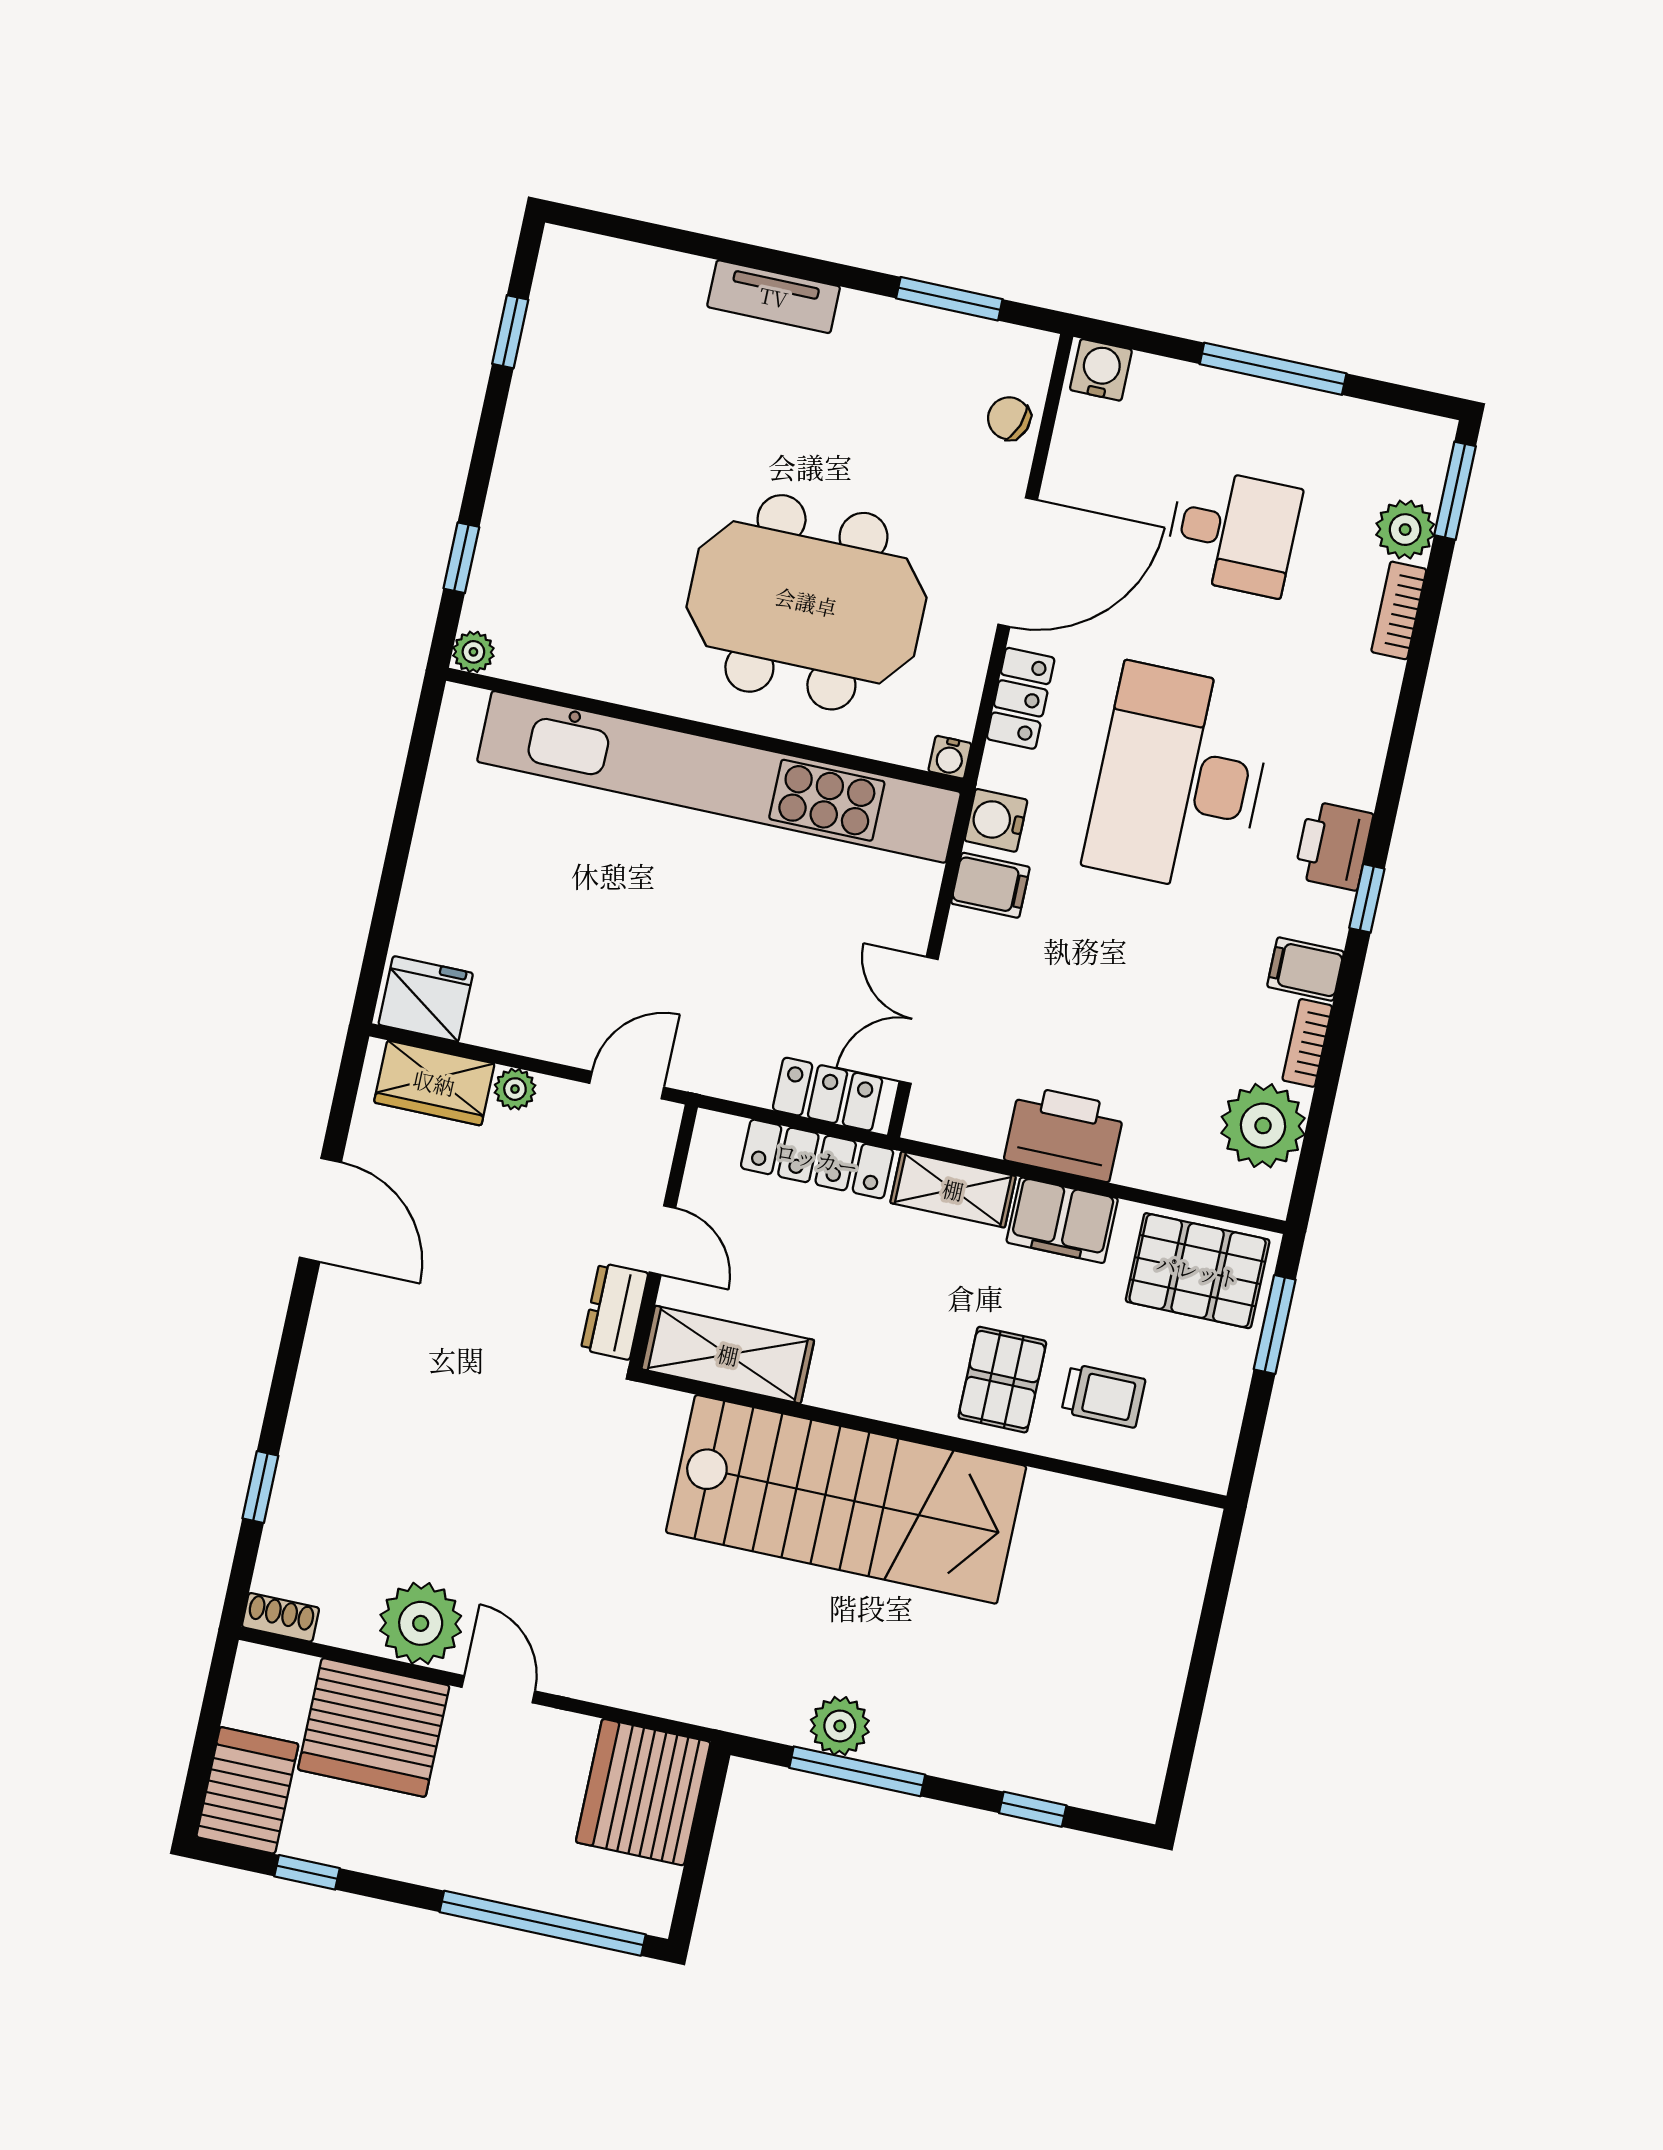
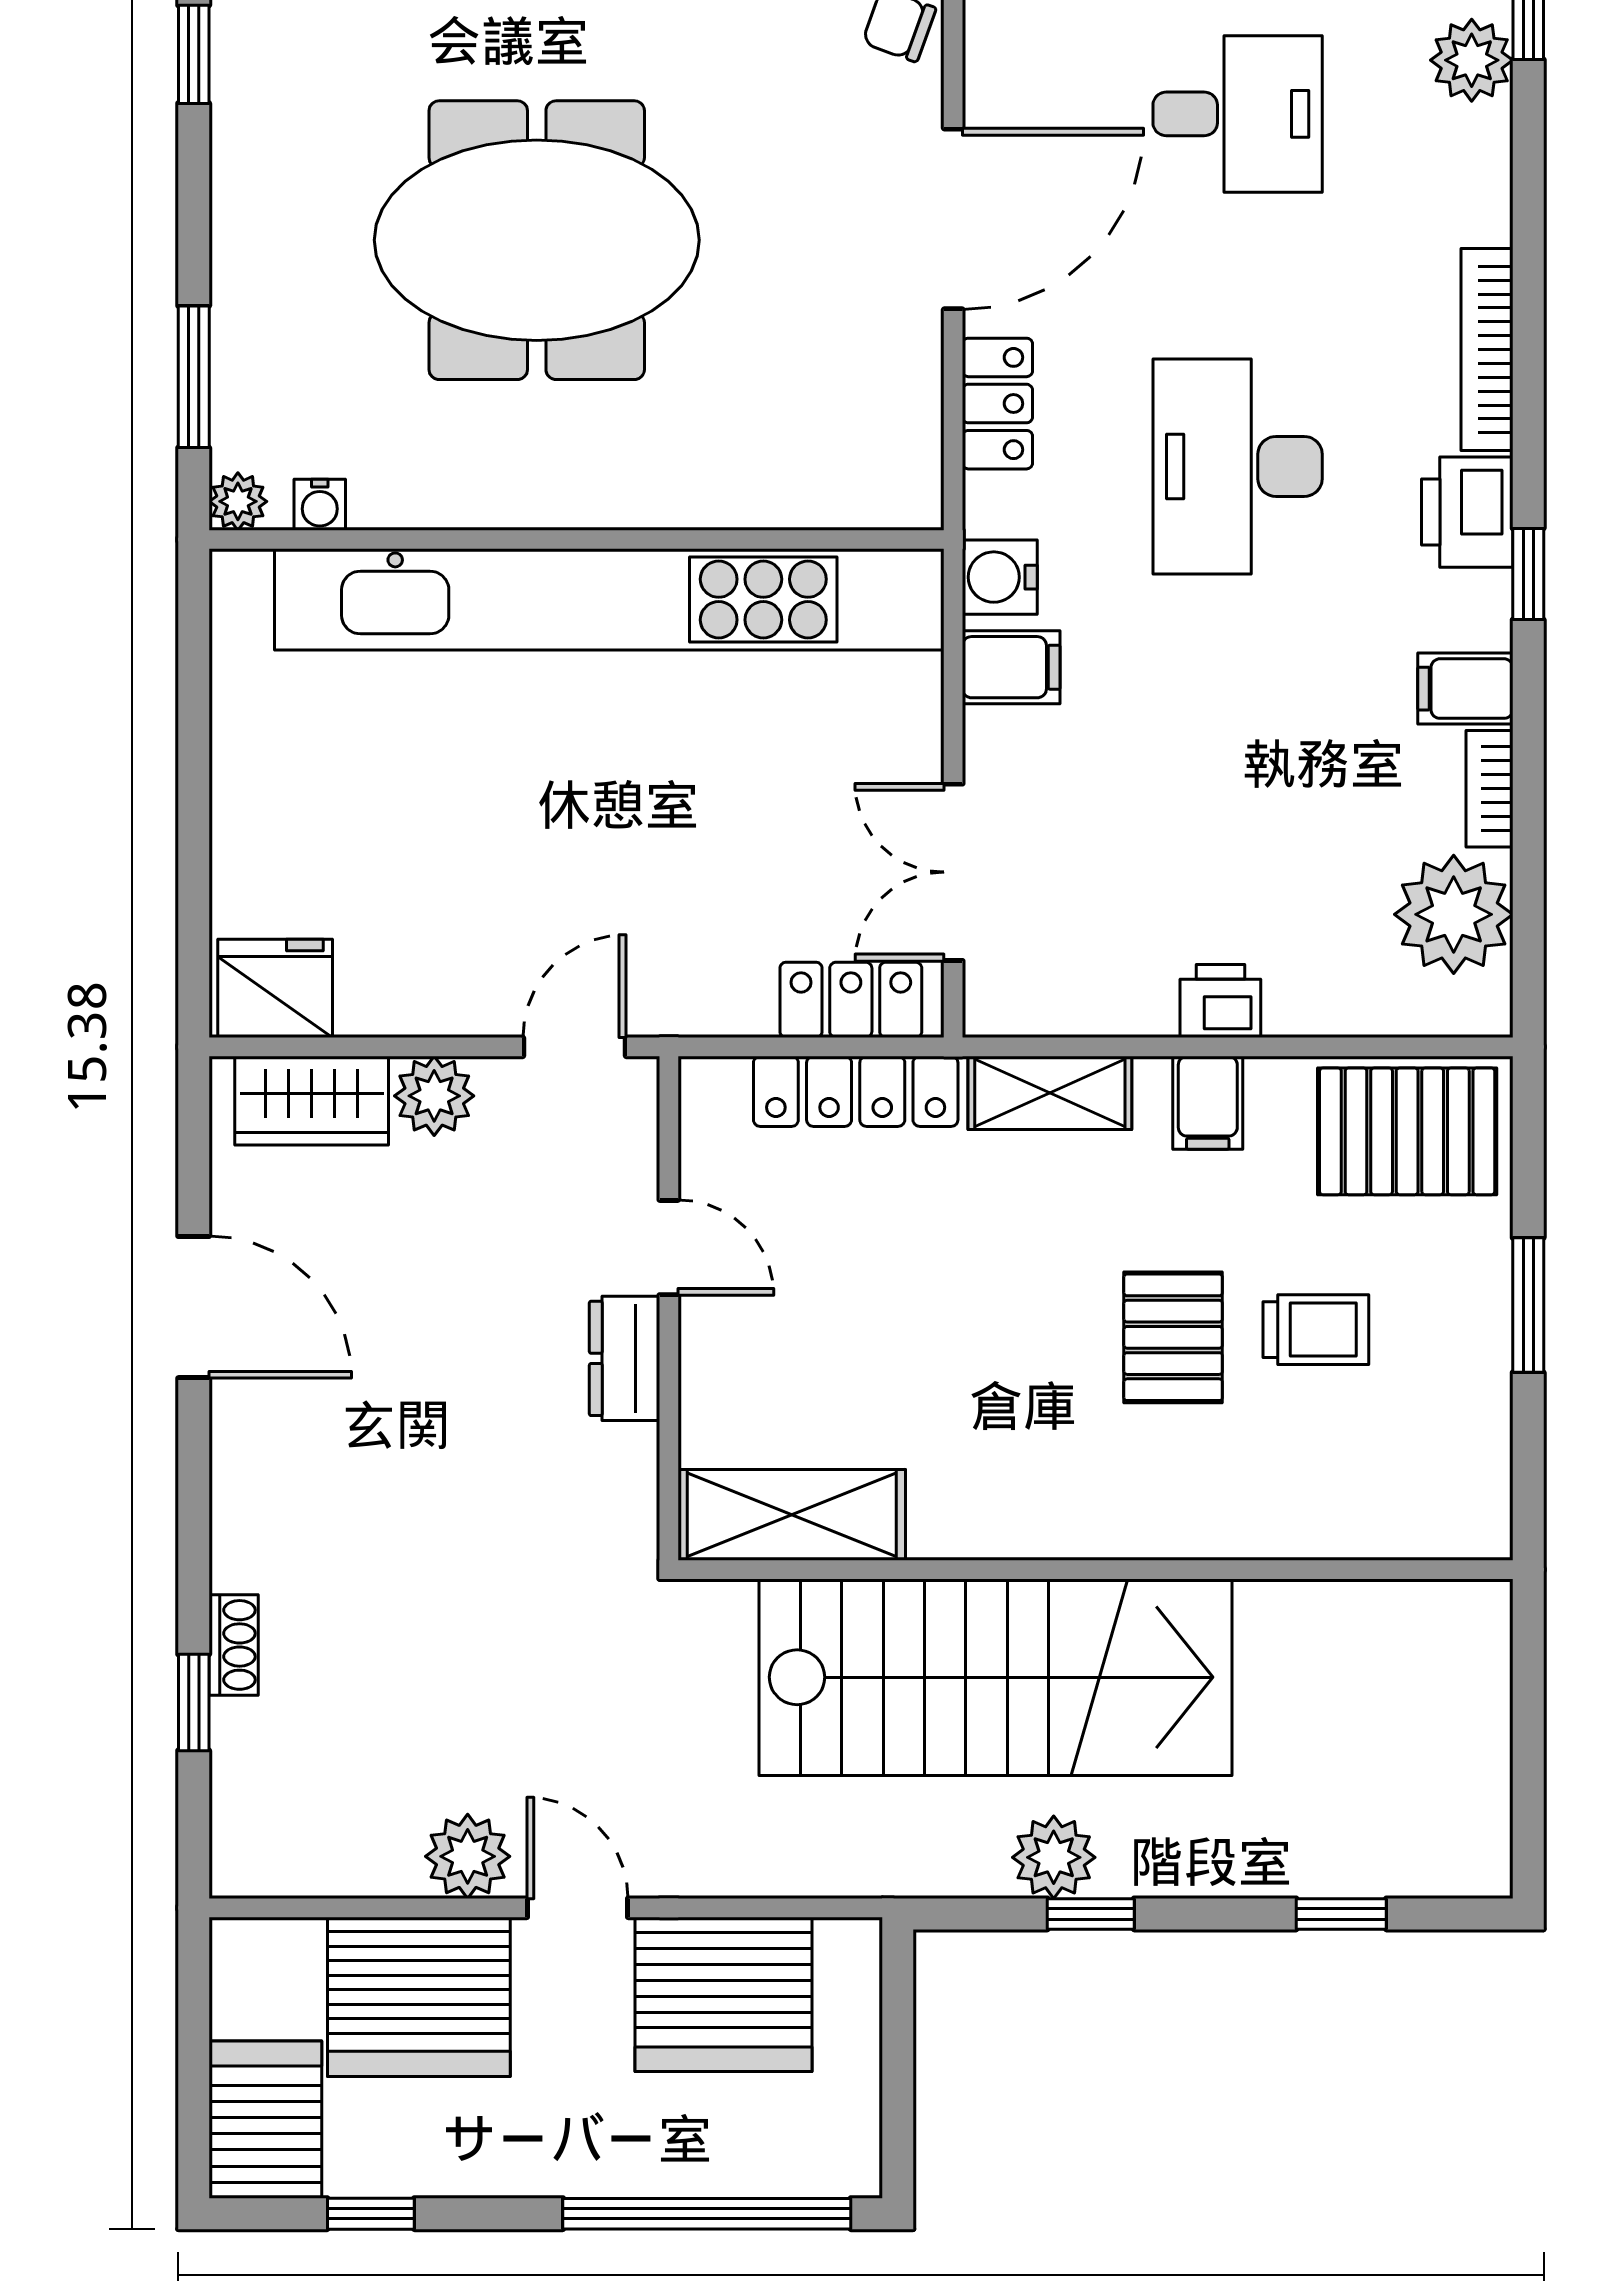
window: (461, 558) -> (194, 377), width x1.50
meeting table: (806, 602) -> (537, 240), moved
bookcase: (1399, 610) -> (1487, 350), moved, width x1.56
water cooler: (950, 757) -> (320, 505), moved
desk: (1179, 779) -> (1238, 466), width x0.73, depth x0.77
plant: (515, 1089) -> (434, 1096), width x1.38, depth x1.38
printer: (1064, 1133) -> (1220, 1001), width x0.53, depth x0.68
filing cabinet: (1062, 1220) -> (1208, 1103), width x0.50
window: (1275, 1325) -> (1528, 1305), moved
shelving: (728, 1355) -> (792, 1515), moved
wall: (932, 1439) -> (1095, 1570), moved
stairs: (846, 1499) -> (995, 1677), moved
shoe rack: (281, 1617) -> (234, 1645), moved, turned 90
plant: (421, 1623) -> (468, 1856), width x0.73, depth x0.73
window: (857, 1771) -> (1091, 1914), width x0.46
server rack: (643, 1792) -> (723, 1994), moved, turned -90

